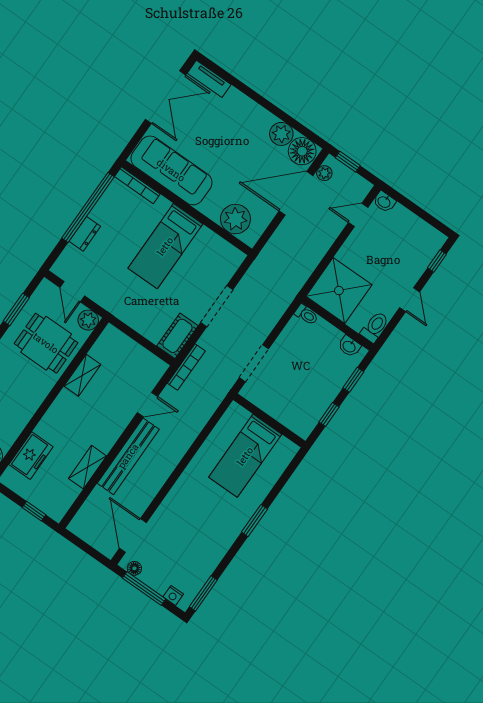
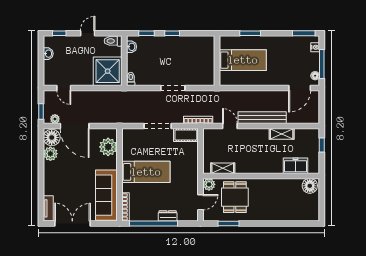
washbasin: (384, 202) -> (48, 54), moved
shelving: (82, 375) -> (223, 168), moved
wall: (269, 420) -> (217, 61), moved
bed: (245, 456) -> (243, 60), moved

